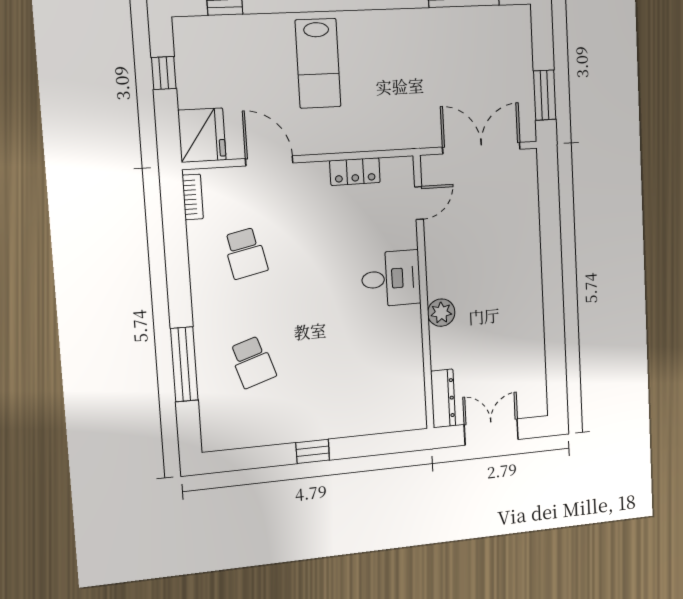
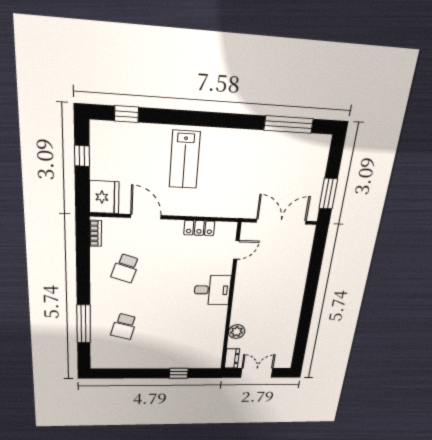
school desk: (245, 253) -> (125, 268), turned 30
plant: (441, 313) -> (237, 332), moved
school desk: (253, 362) -> (124, 326), turned 33
dresser: (443, 398) -> (232, 359), width x0.70
window: (313, 451) -> (179, 373), moved

